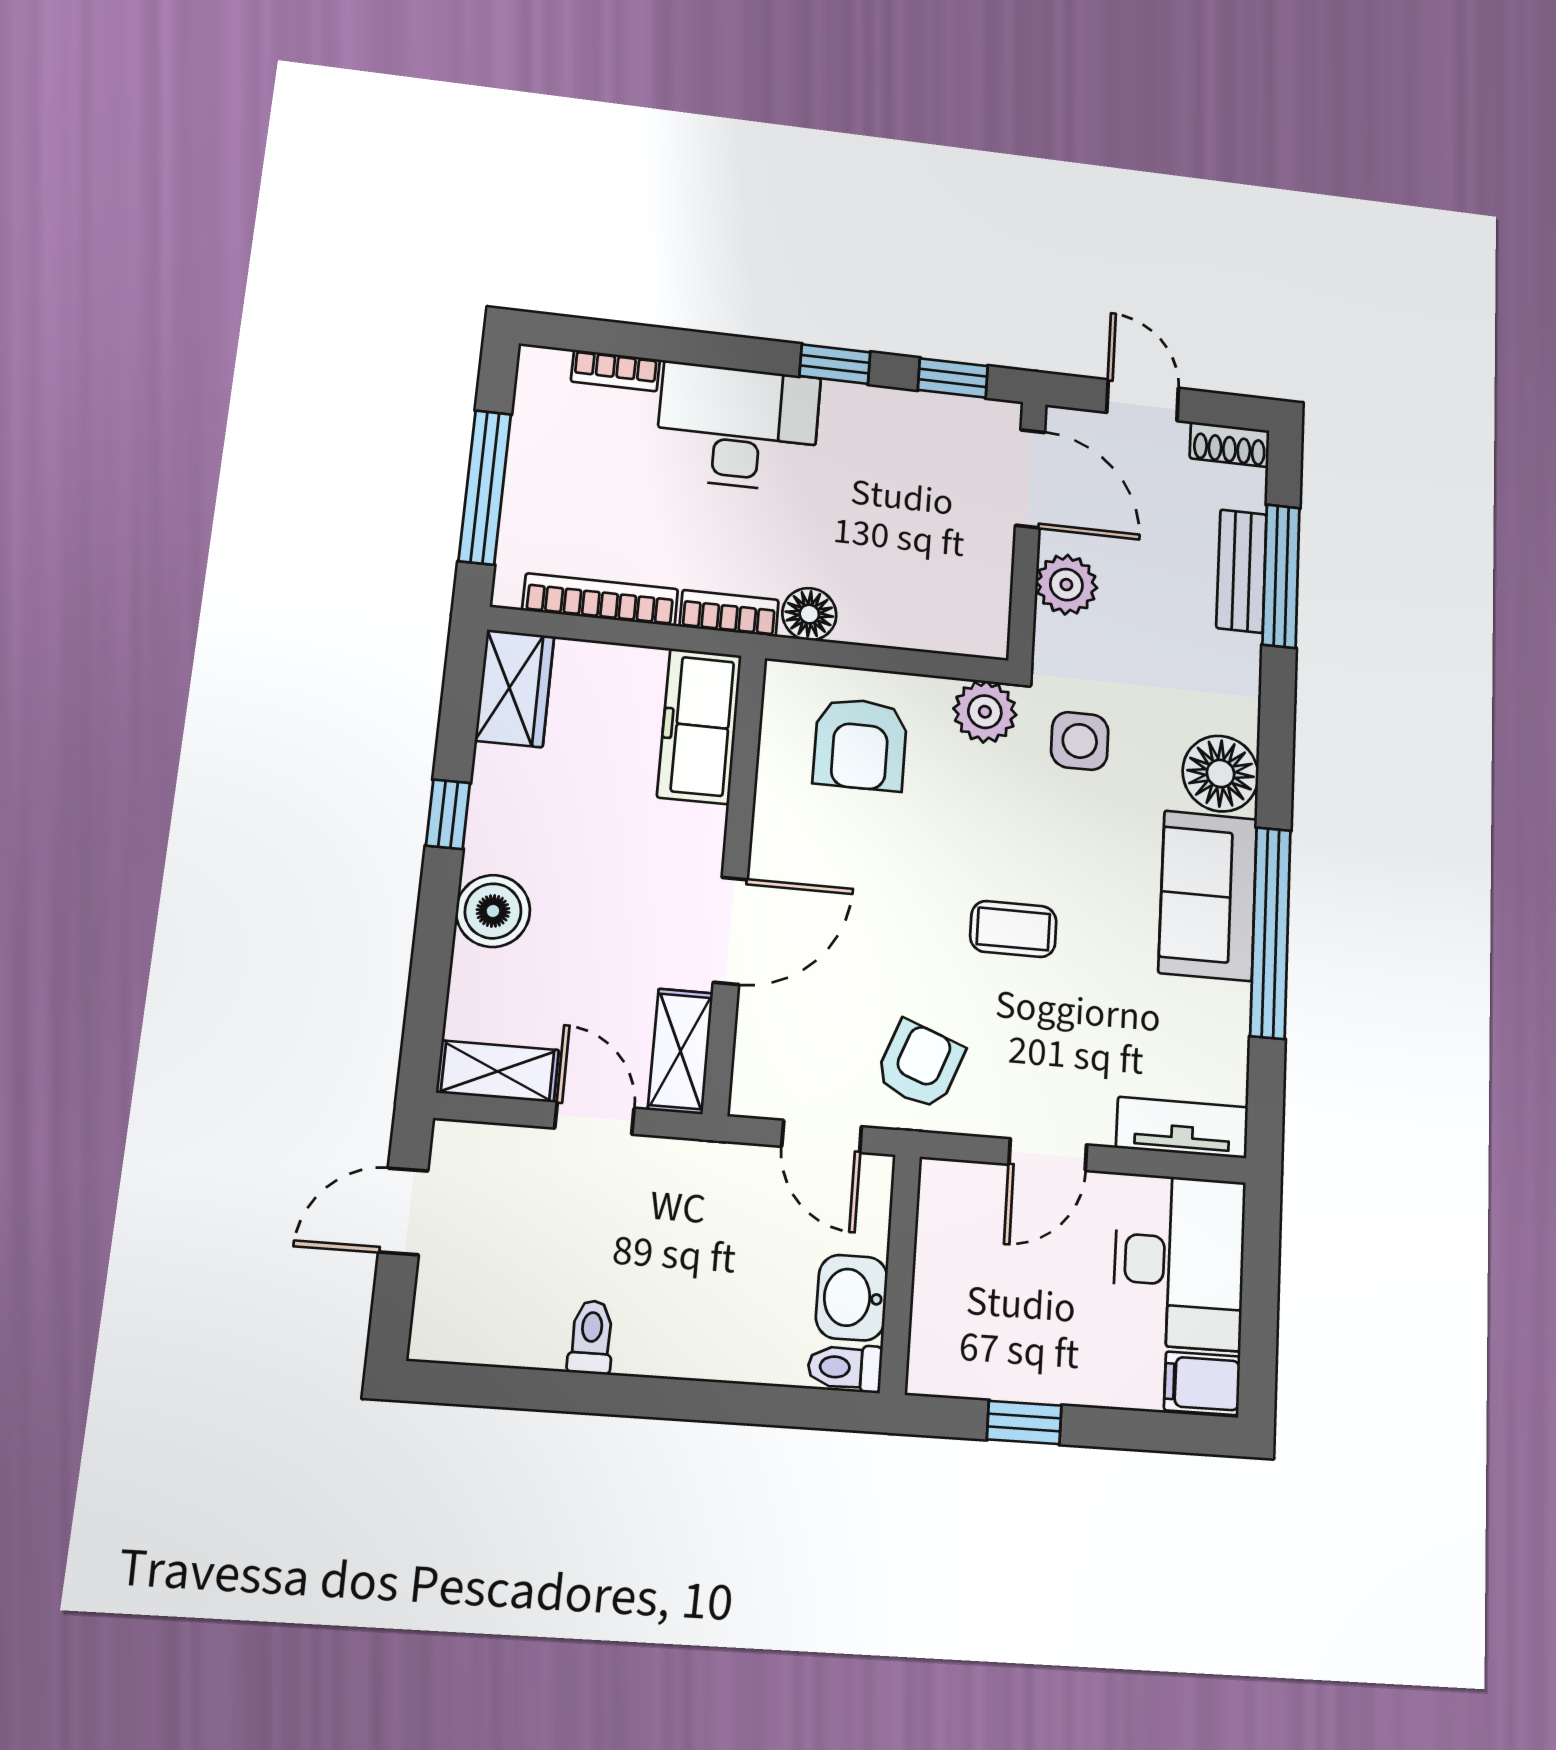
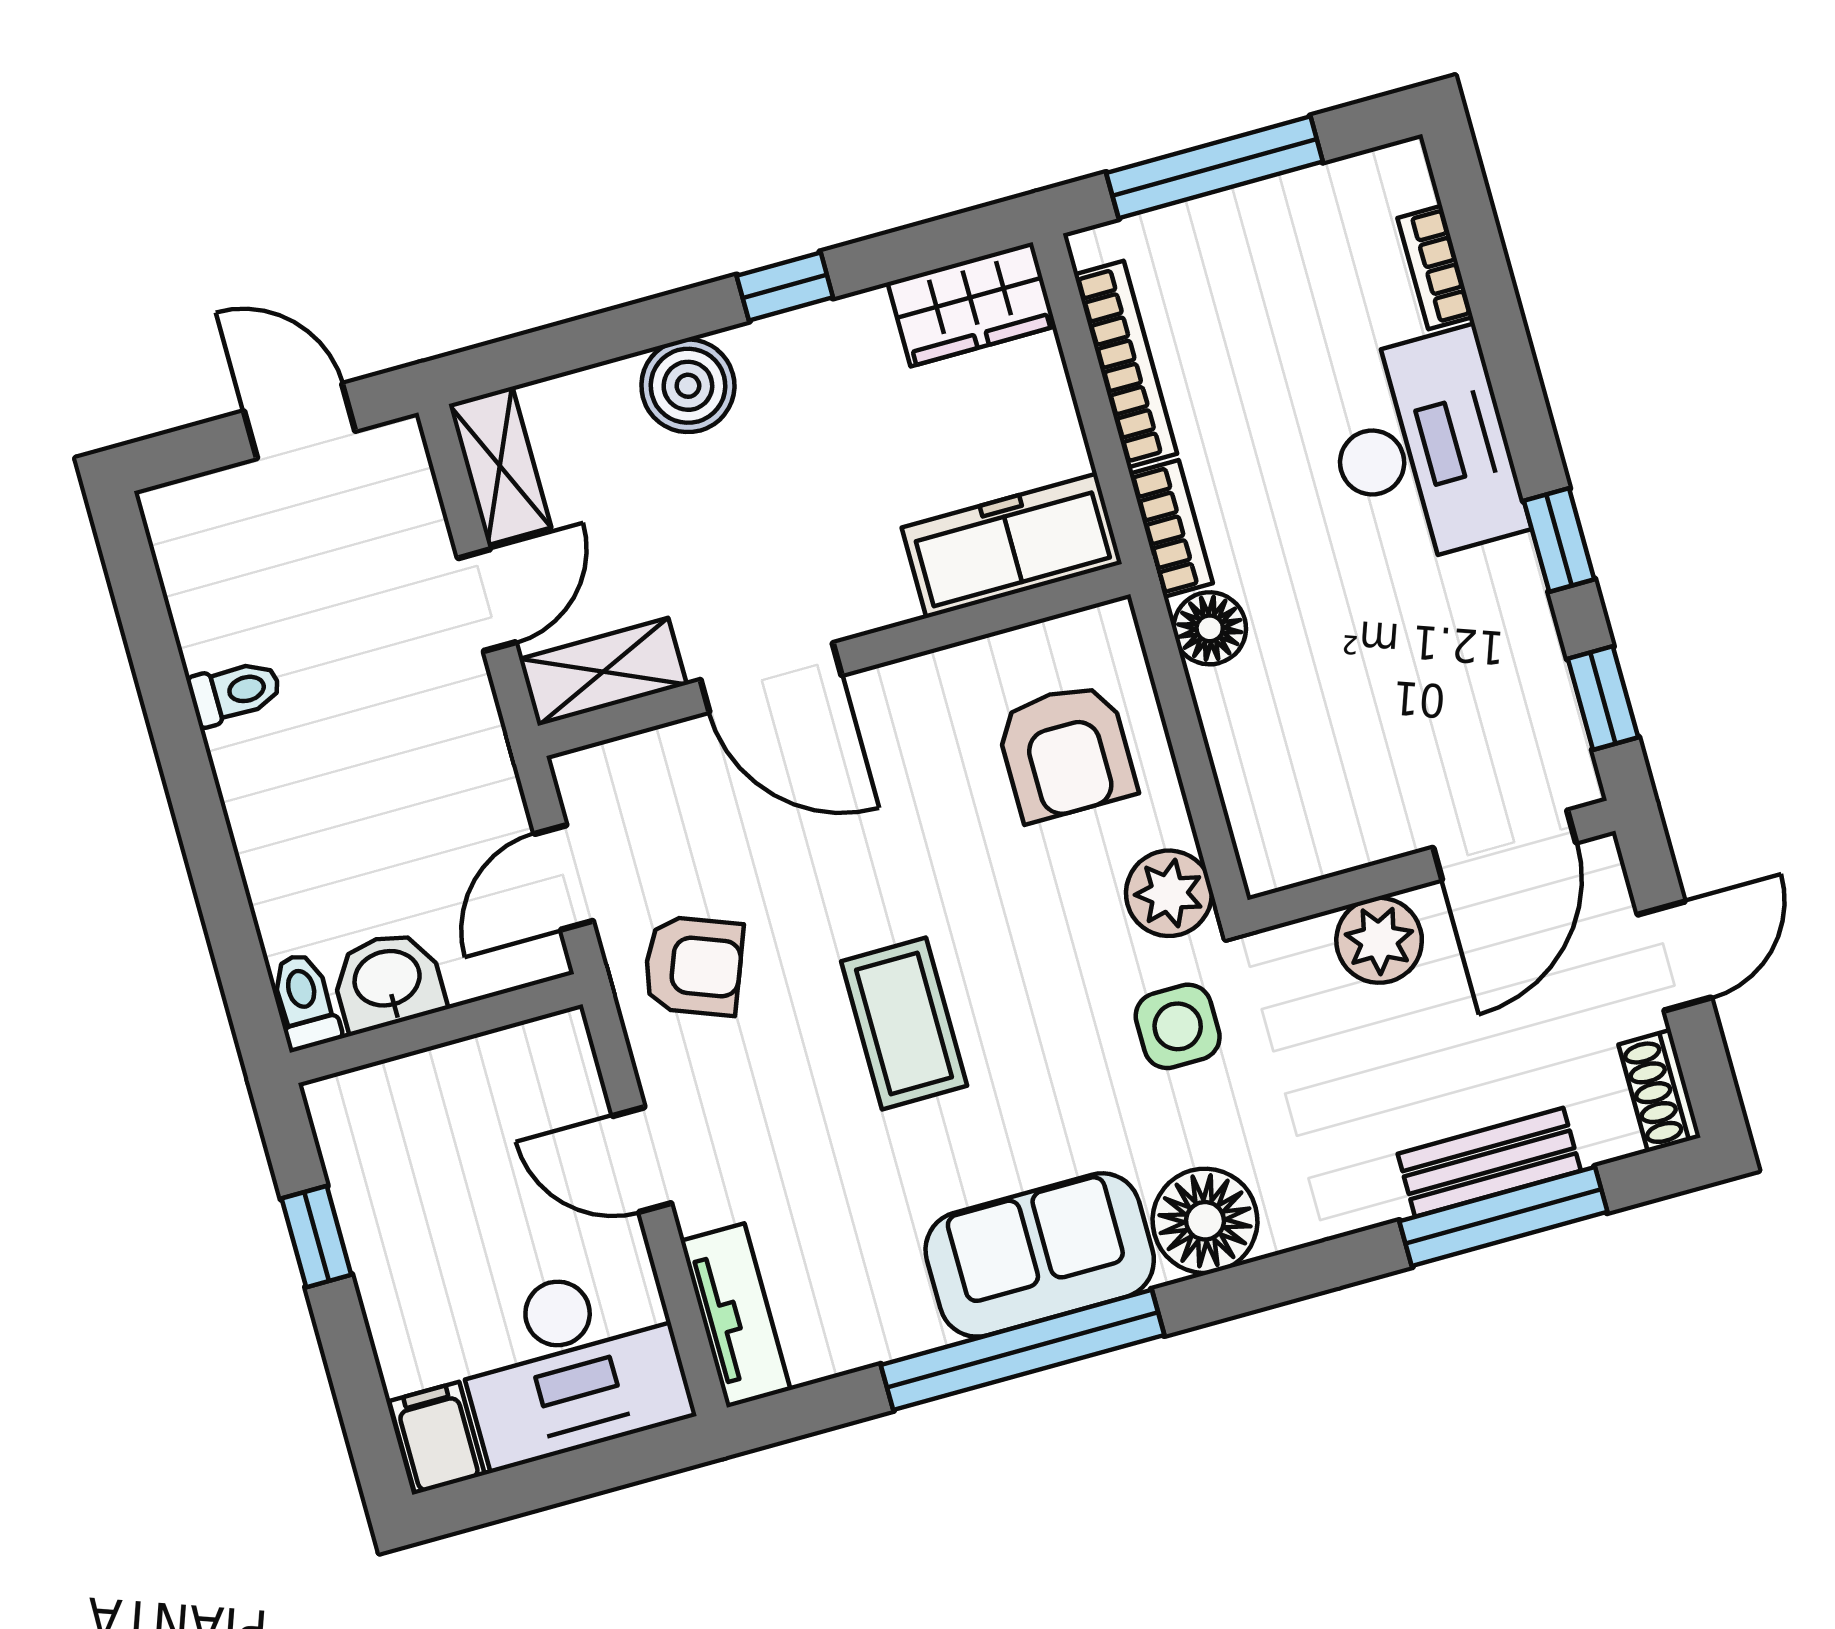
armchair: (860, 744) -> (1066, 752), turned -90
coffee table: (1013, 929) -> (904, 1024), width x1.36, depth x1.30

